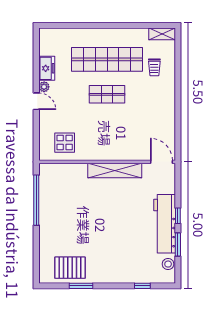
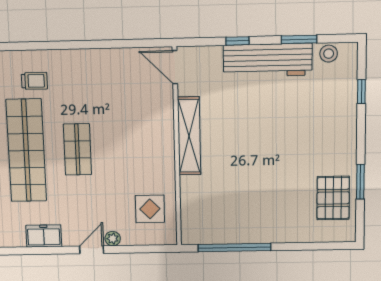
plant: (44, 87) -> (113, 239), moved
door: (161, 162) -> (175, 67), hinge flipped
window: (178, 216) -> (237, 41), moved

